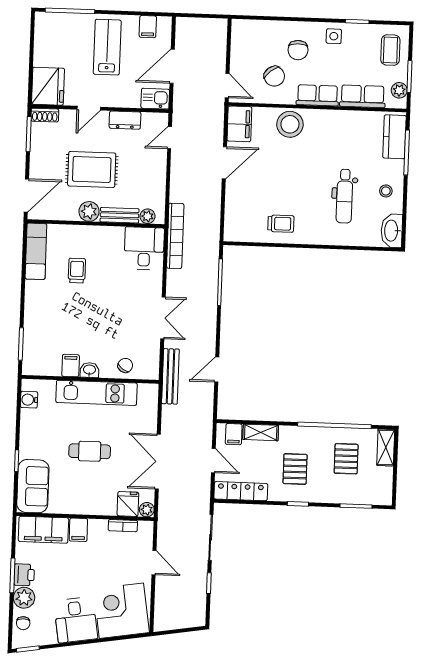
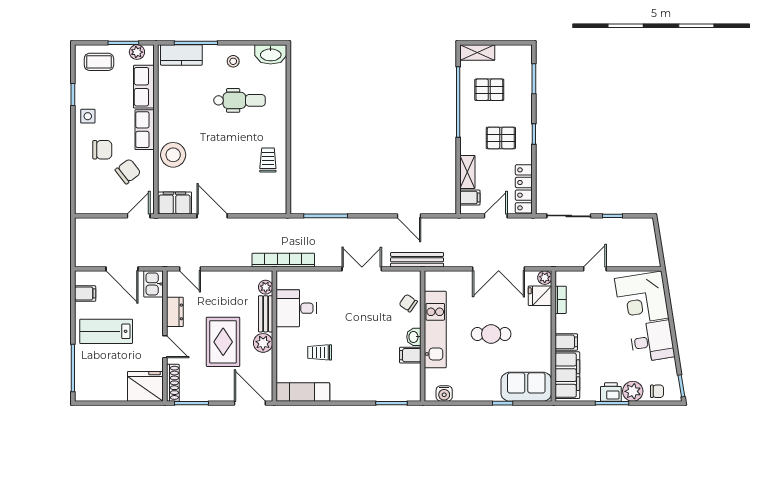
shoe rack: (45, 115) -> (173, 383), width x1.43
desk: (144, 248) -> (296, 308), moved
cafe table: (90, 451) -> (491, 334), turned 90

